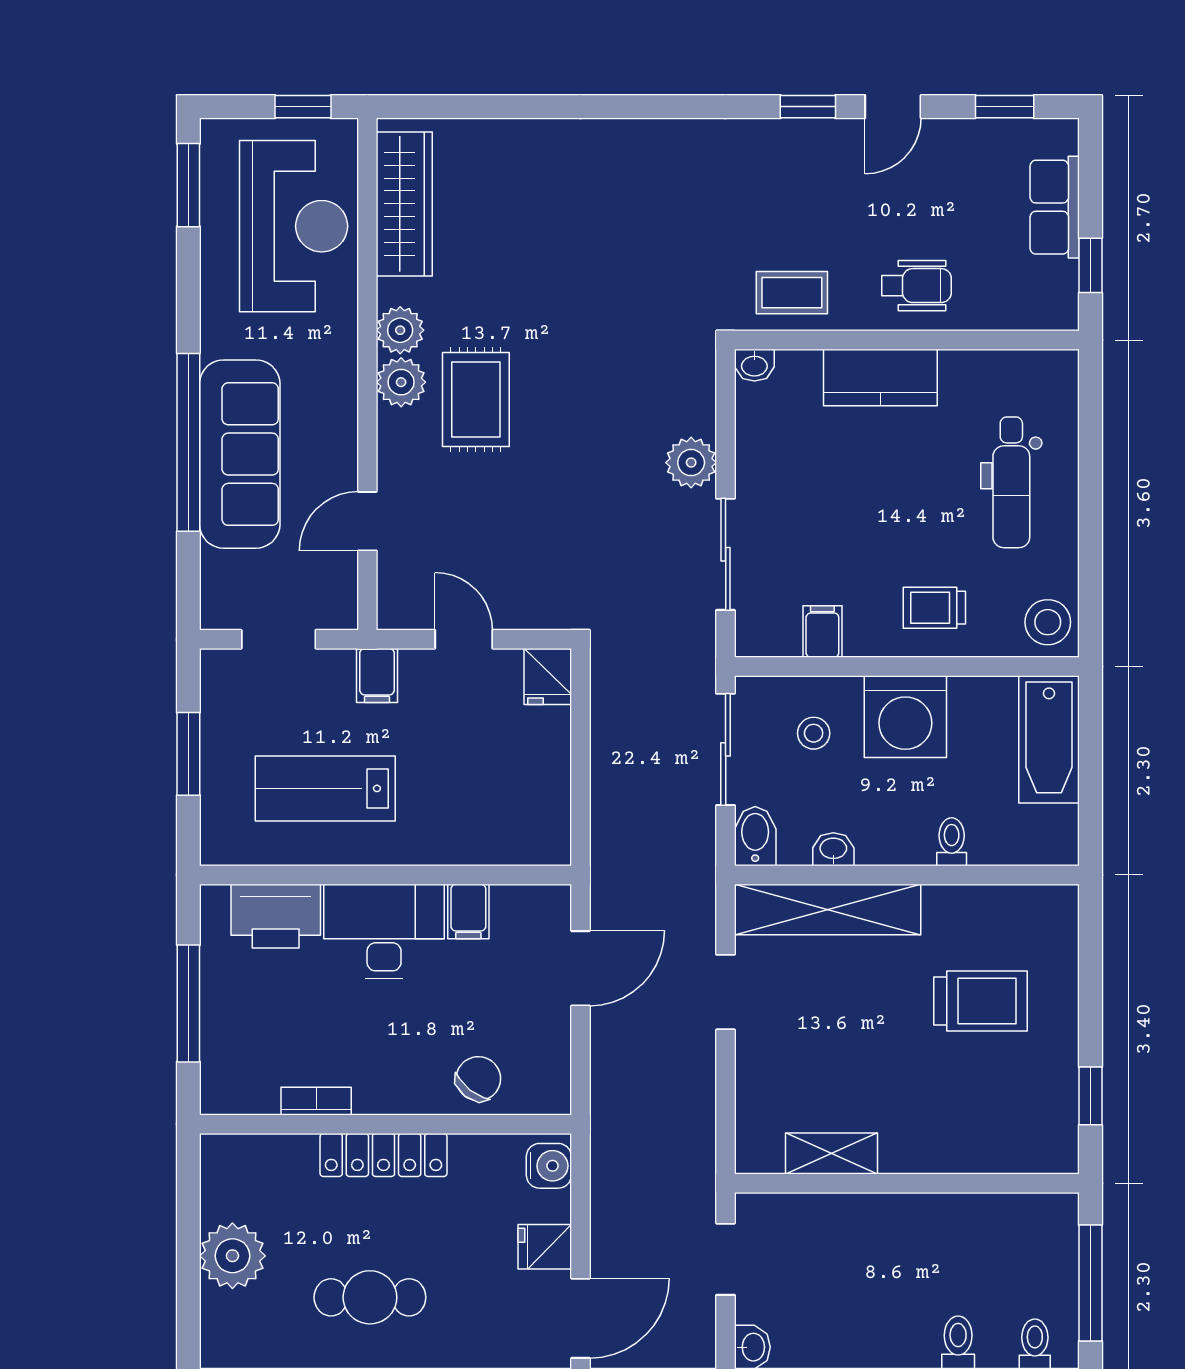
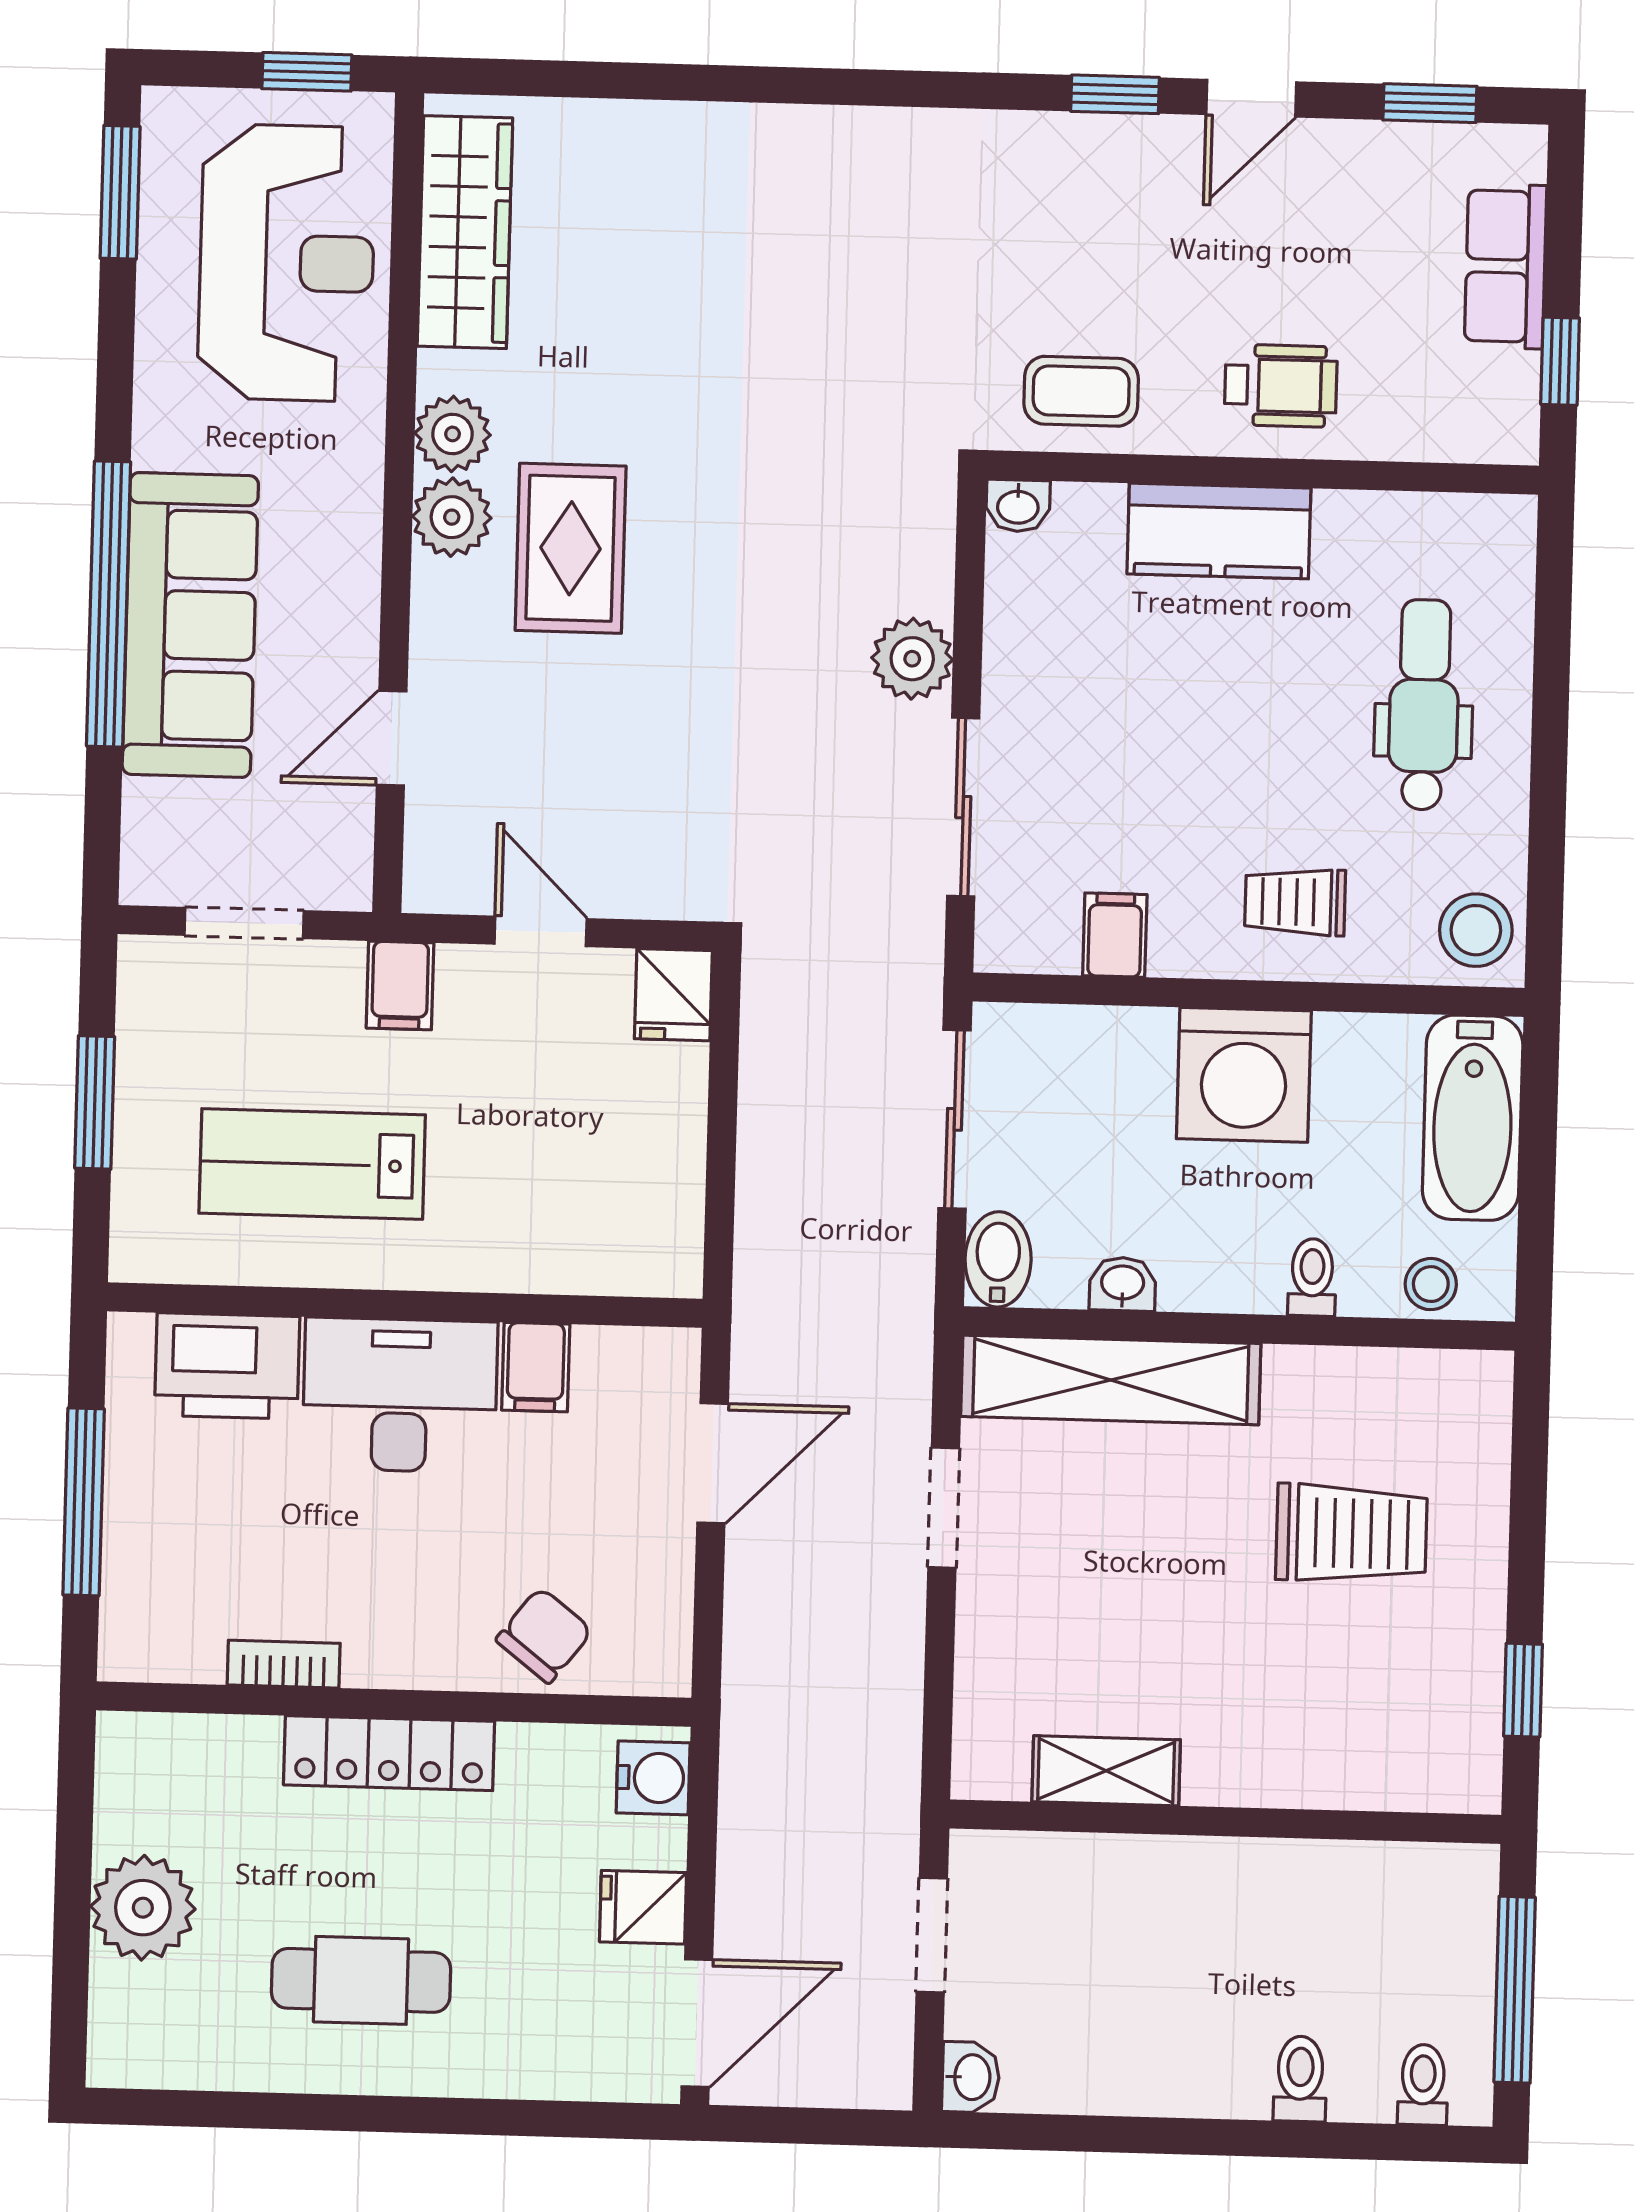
dental chair: (1011, 482) -> (1424, 705), turned 180
stool: (814, 733) -> (1431, 1284), moved

